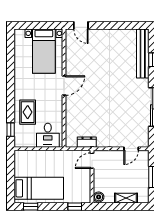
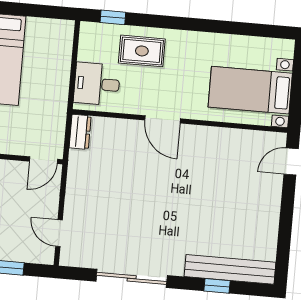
door: (64, 86) -> (163, 119), moved
dresser: (87, 142) -> (80, 132), moved
door: (92, 161) -> (43, 160), swing flipped

